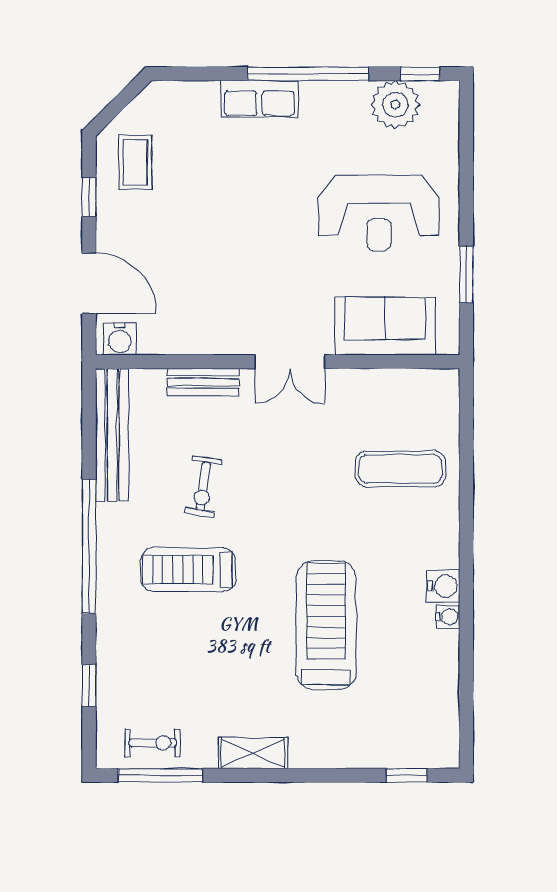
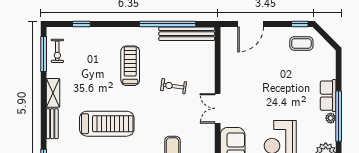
plant: (313, 93) -> (331, 118), added
window: (89, 197) -> (300, 24), moved
water cooler: (120, 339) -> (227, 37), removed
bench: (203, 382) -> (52, 124), moved
exercise bike: (203, 487) -> (174, 86), moved
window: (89, 546) -> (167, 24), moved

